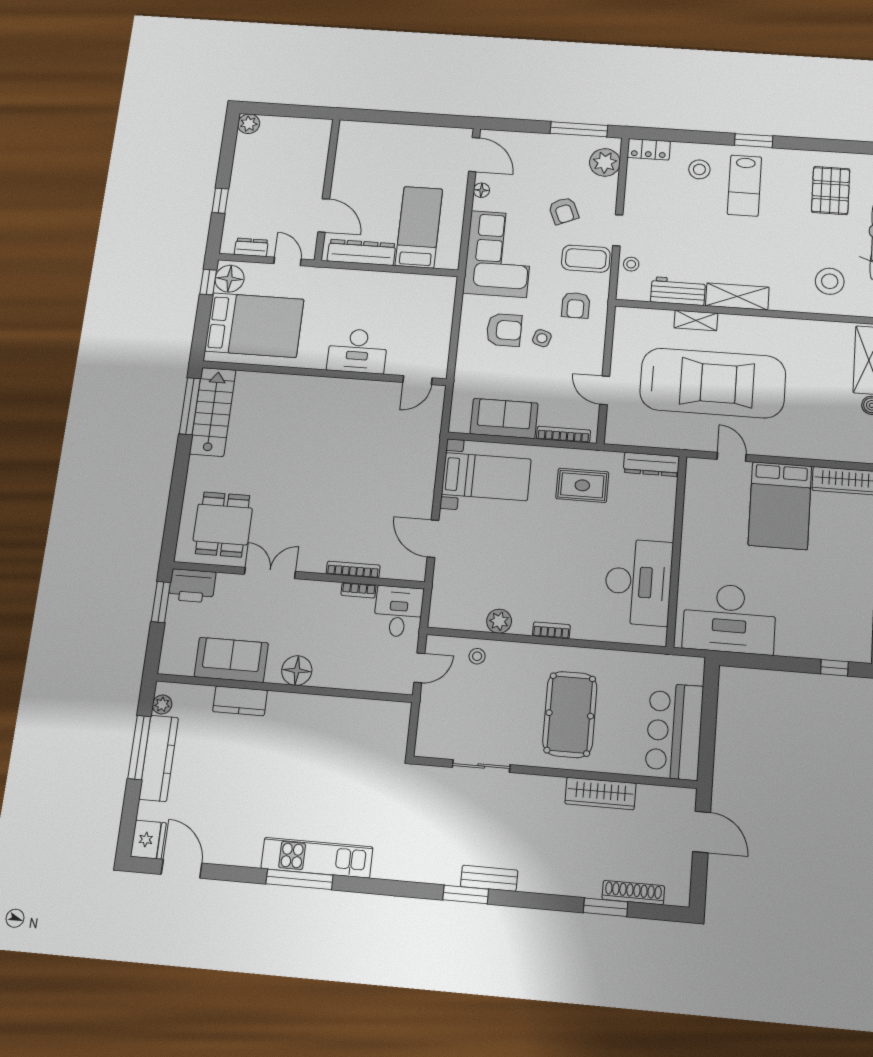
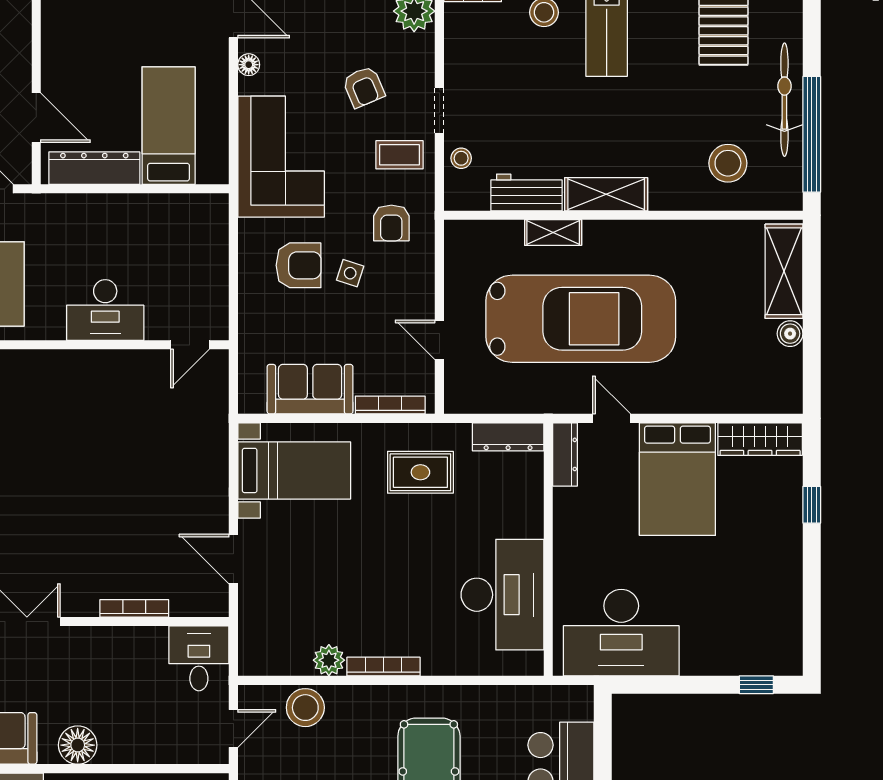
coffee table: (586, 259) -> (400, 155), width x0.73, depth x0.77
dresser: (694, 481) -> (565, 454), added
bookcase: (359, 590) -> (144, 635), removed
bookcase: (551, 630) -> (384, 667), width x1.56
stool: (477, 656) -> (305, 708), width x1.89, depth x1.89

